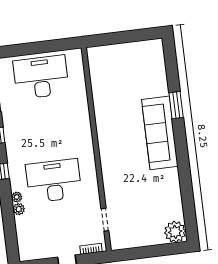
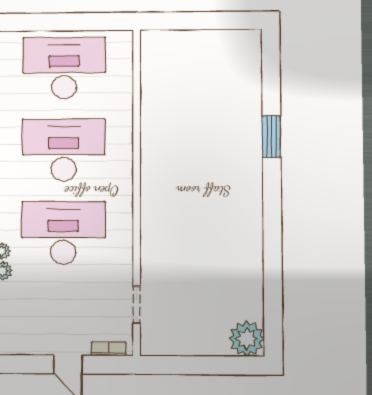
desk: (47, 129) -> (64, 150), added
sofa: (160, 133) -> (240, 177), removed

